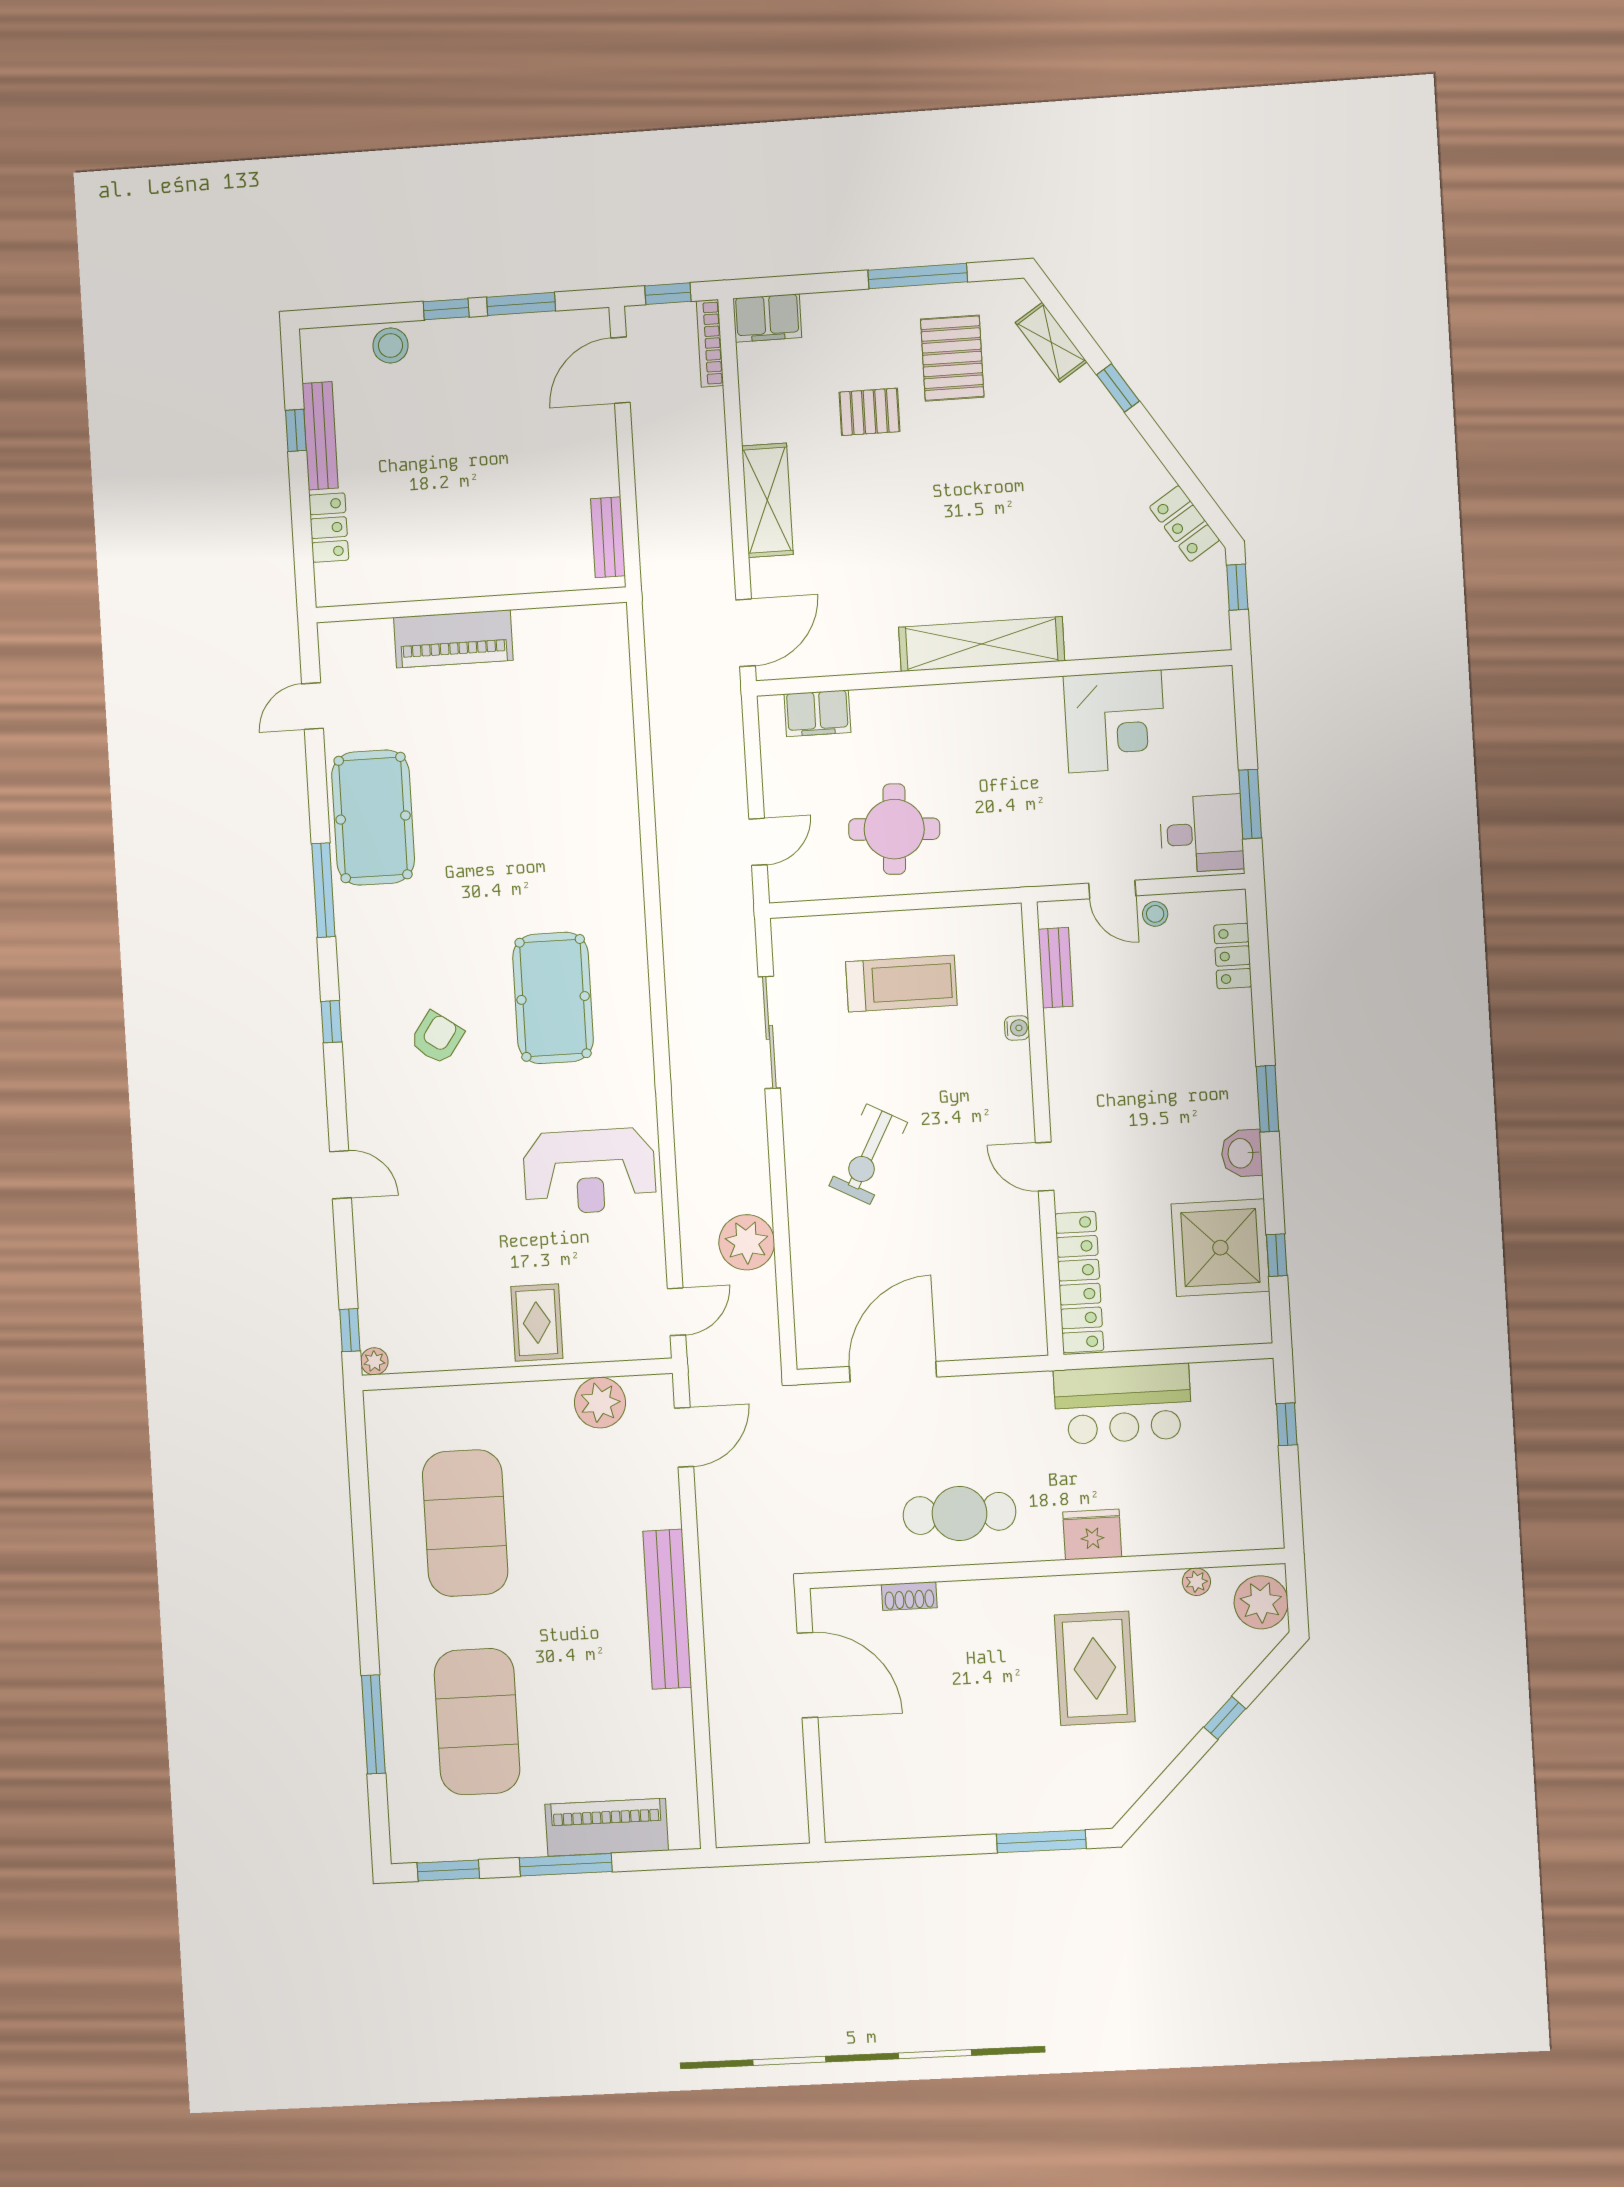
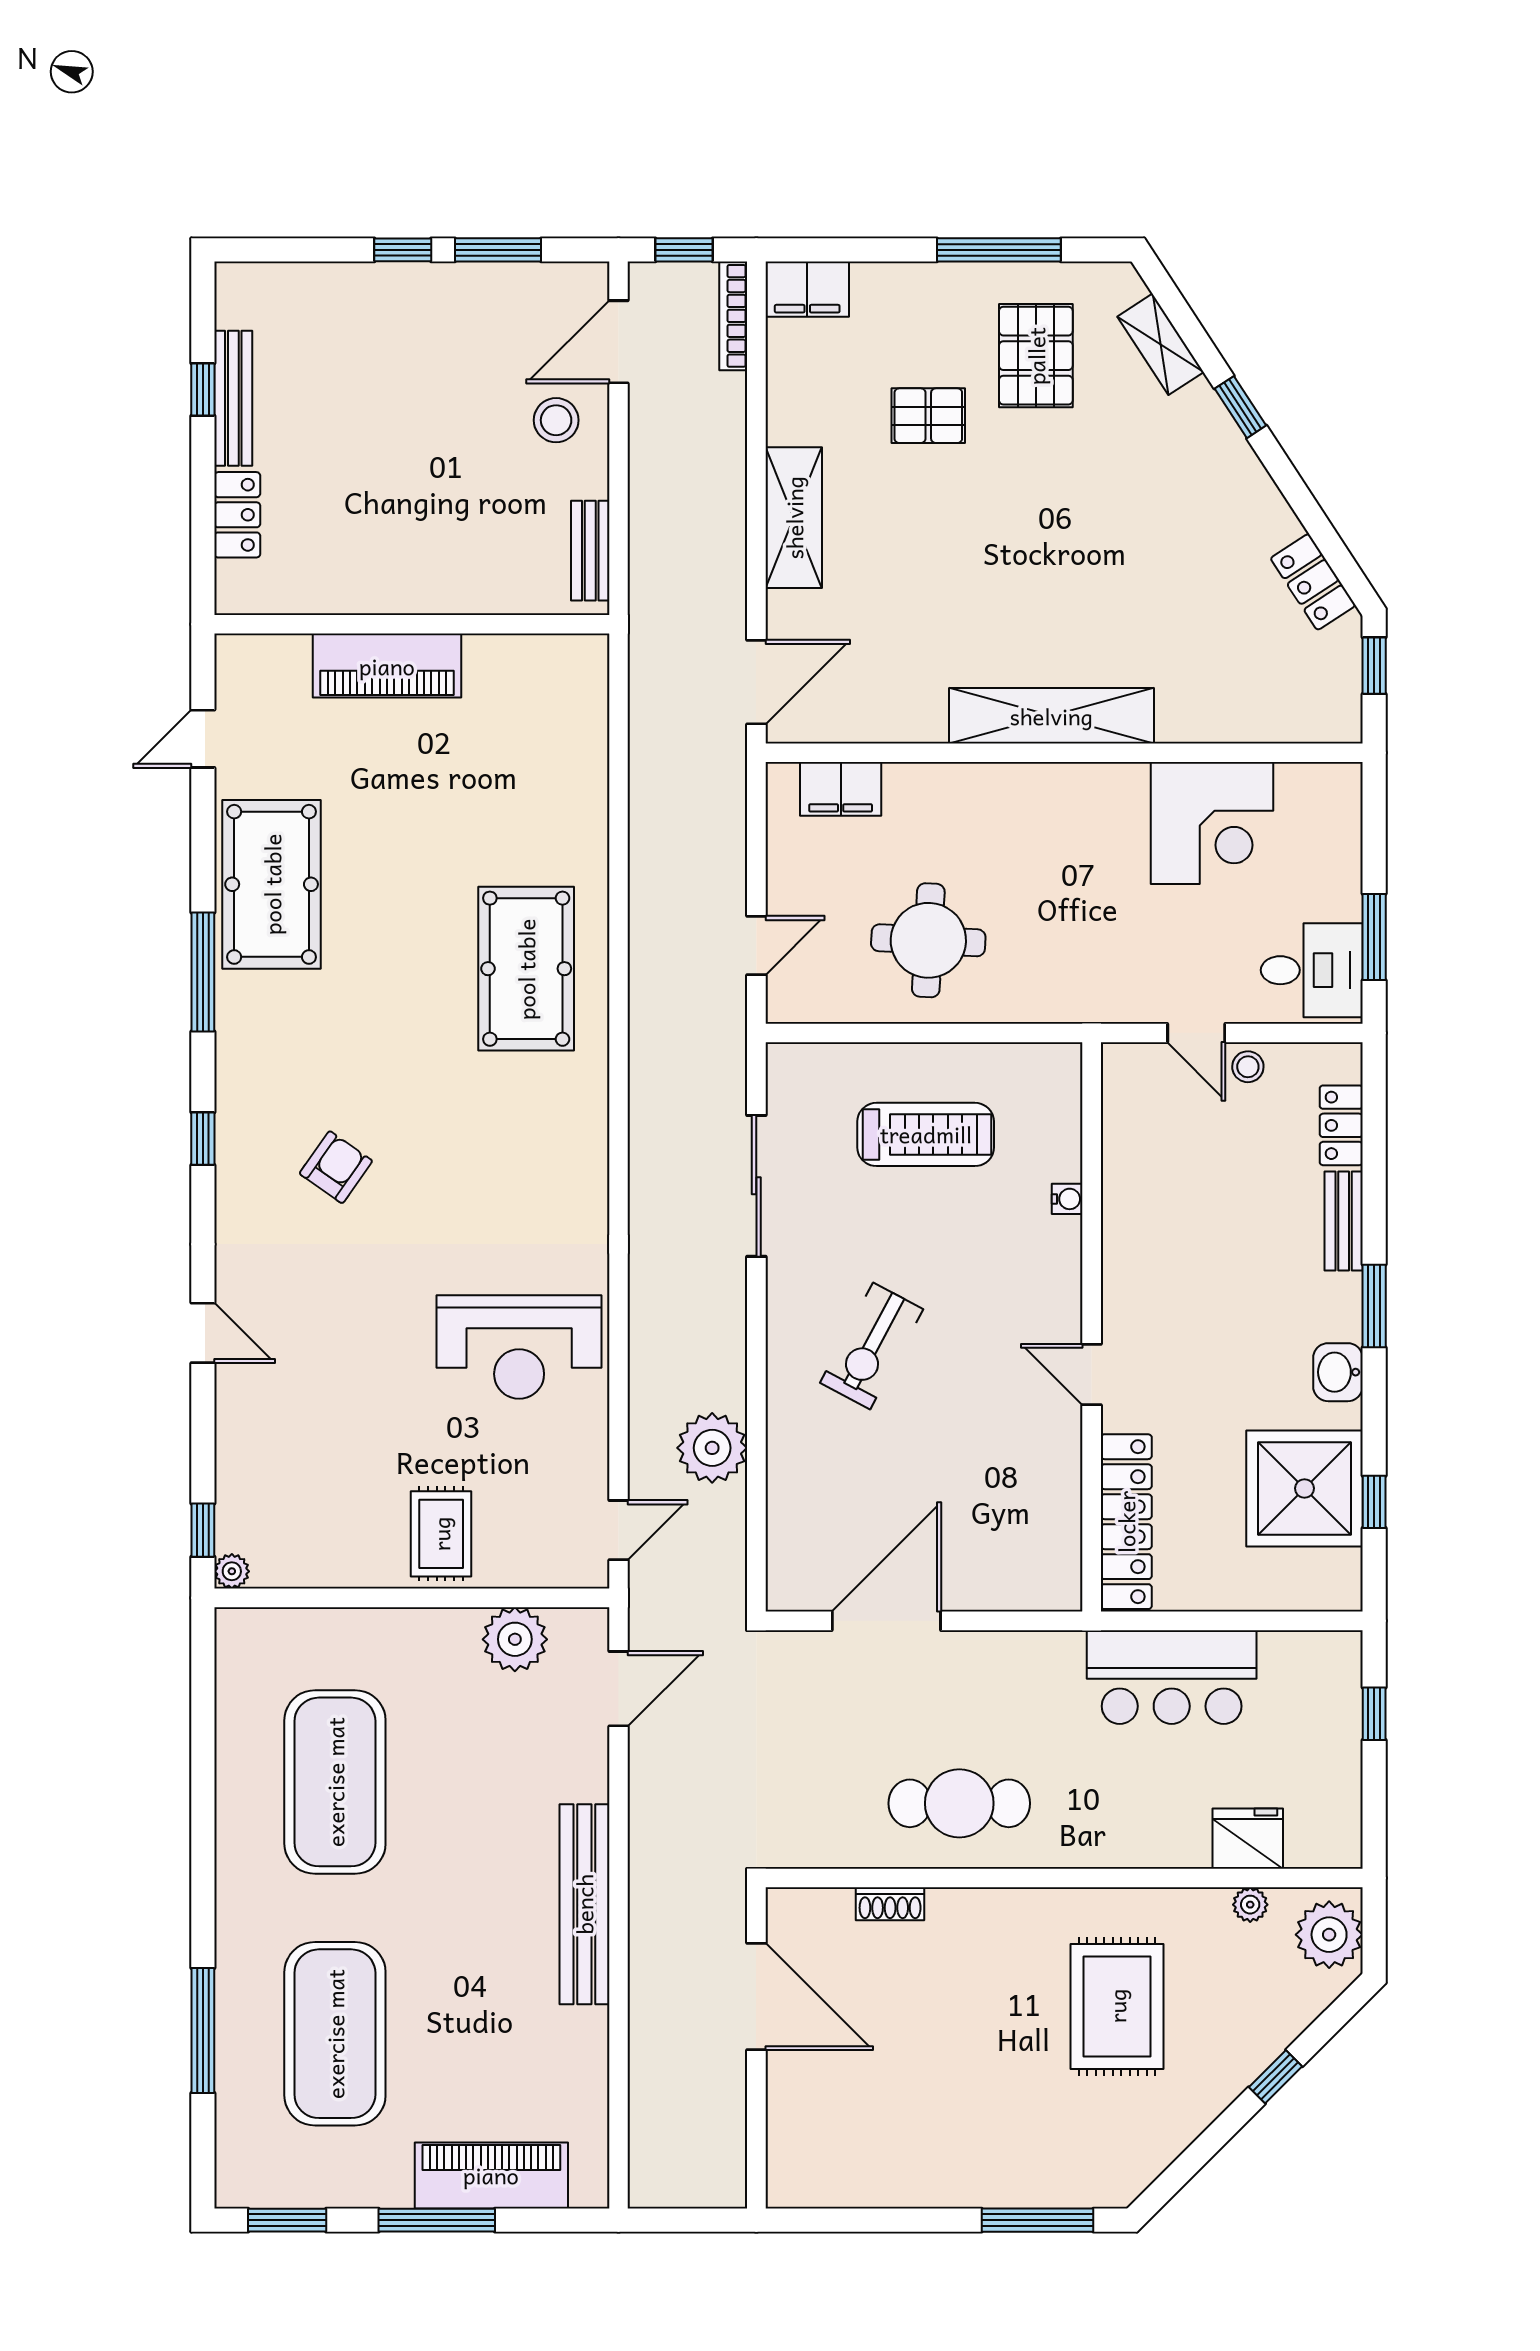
stool: (391, 345) -> (556, 420), moved
bench: (1055, 968) -> (1344, 1221), moved
pool table: (553, 998) -> (526, 969), moved
fridge: (1092, 1534) -> (1248, 1839), moved

